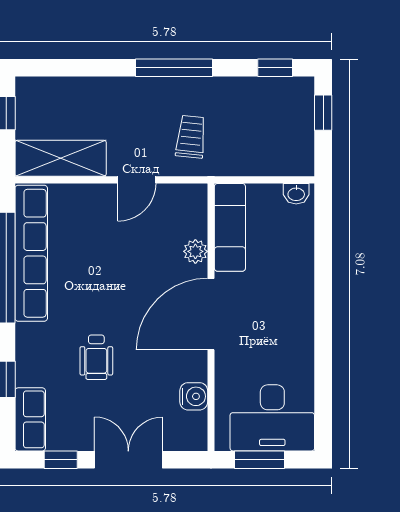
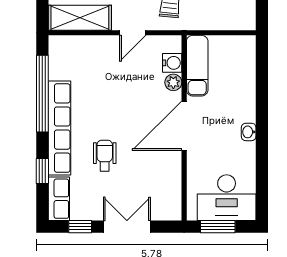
washbasin: (296, 194) -> (249, 132), moved, turned 90
row of seats: (31, 253) -> (60, 128), moved
wheelchair: (96, 357) -> (105, 156), turned 180
water cooler: (194, 396) -> (172, 63), moved

